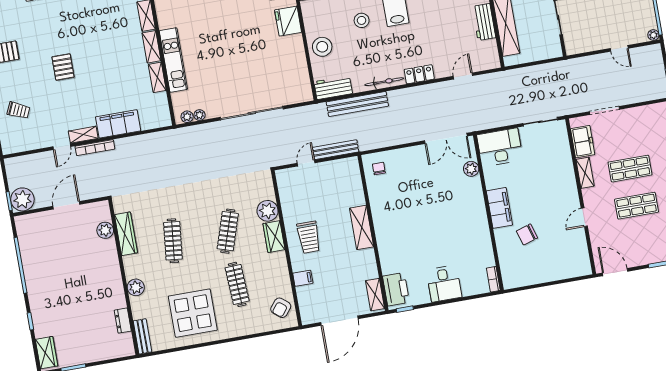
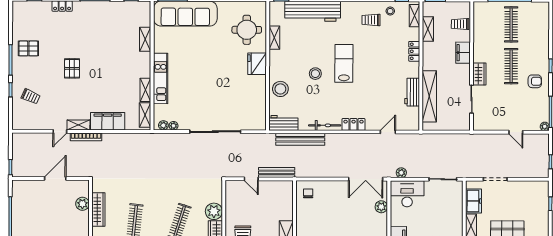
shelving: (151, 47) -> (145, 115), moved
door: (306, 163) -> (251, 179), swing flipped
plant: (22, 199) -> (401, 173), moved, width x0.53, depth x0.53

